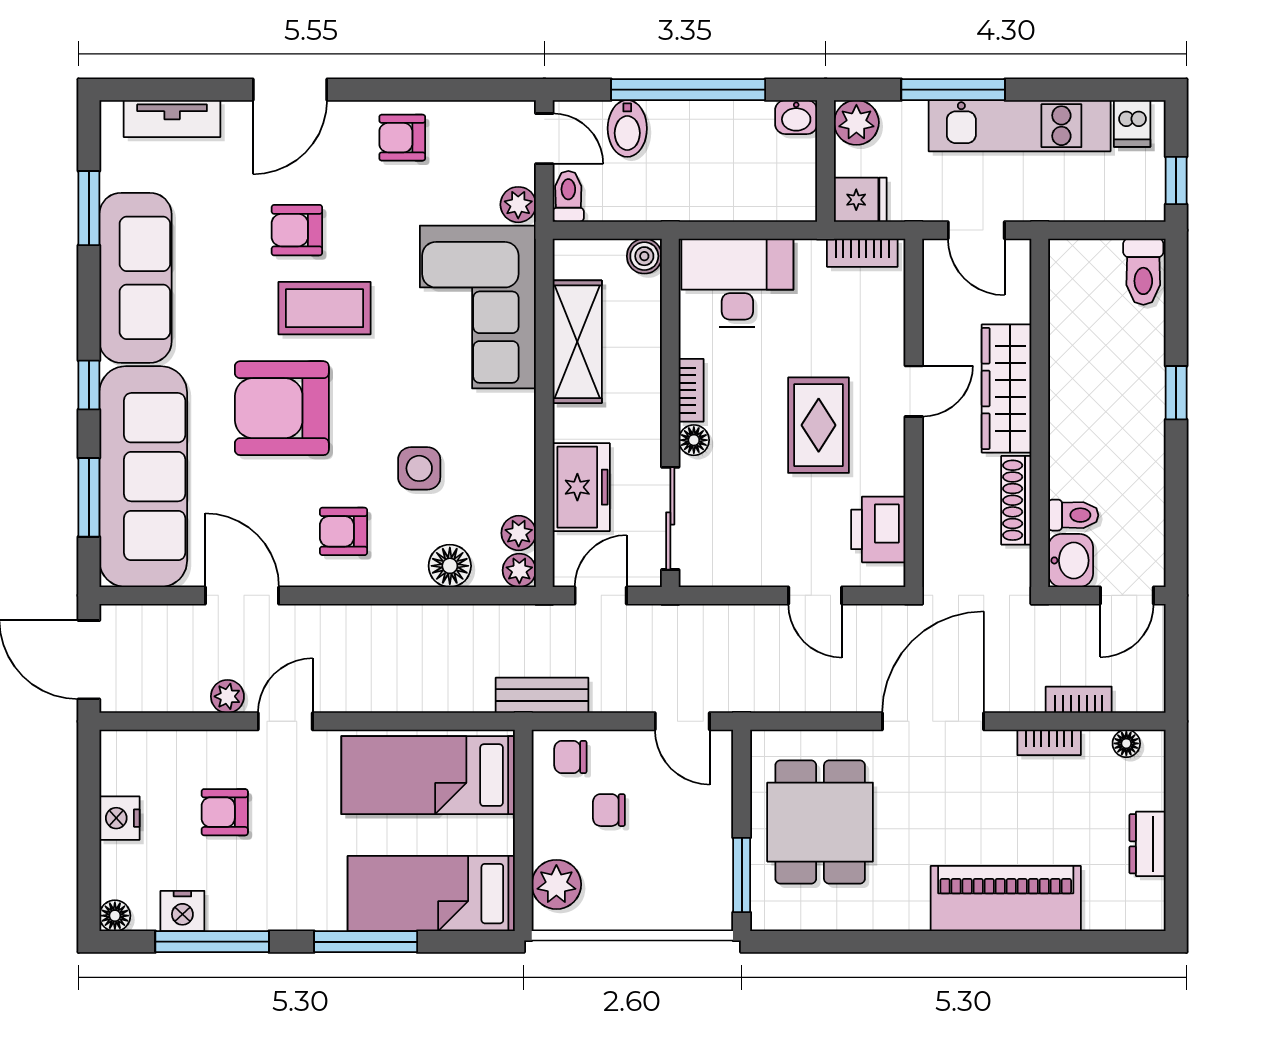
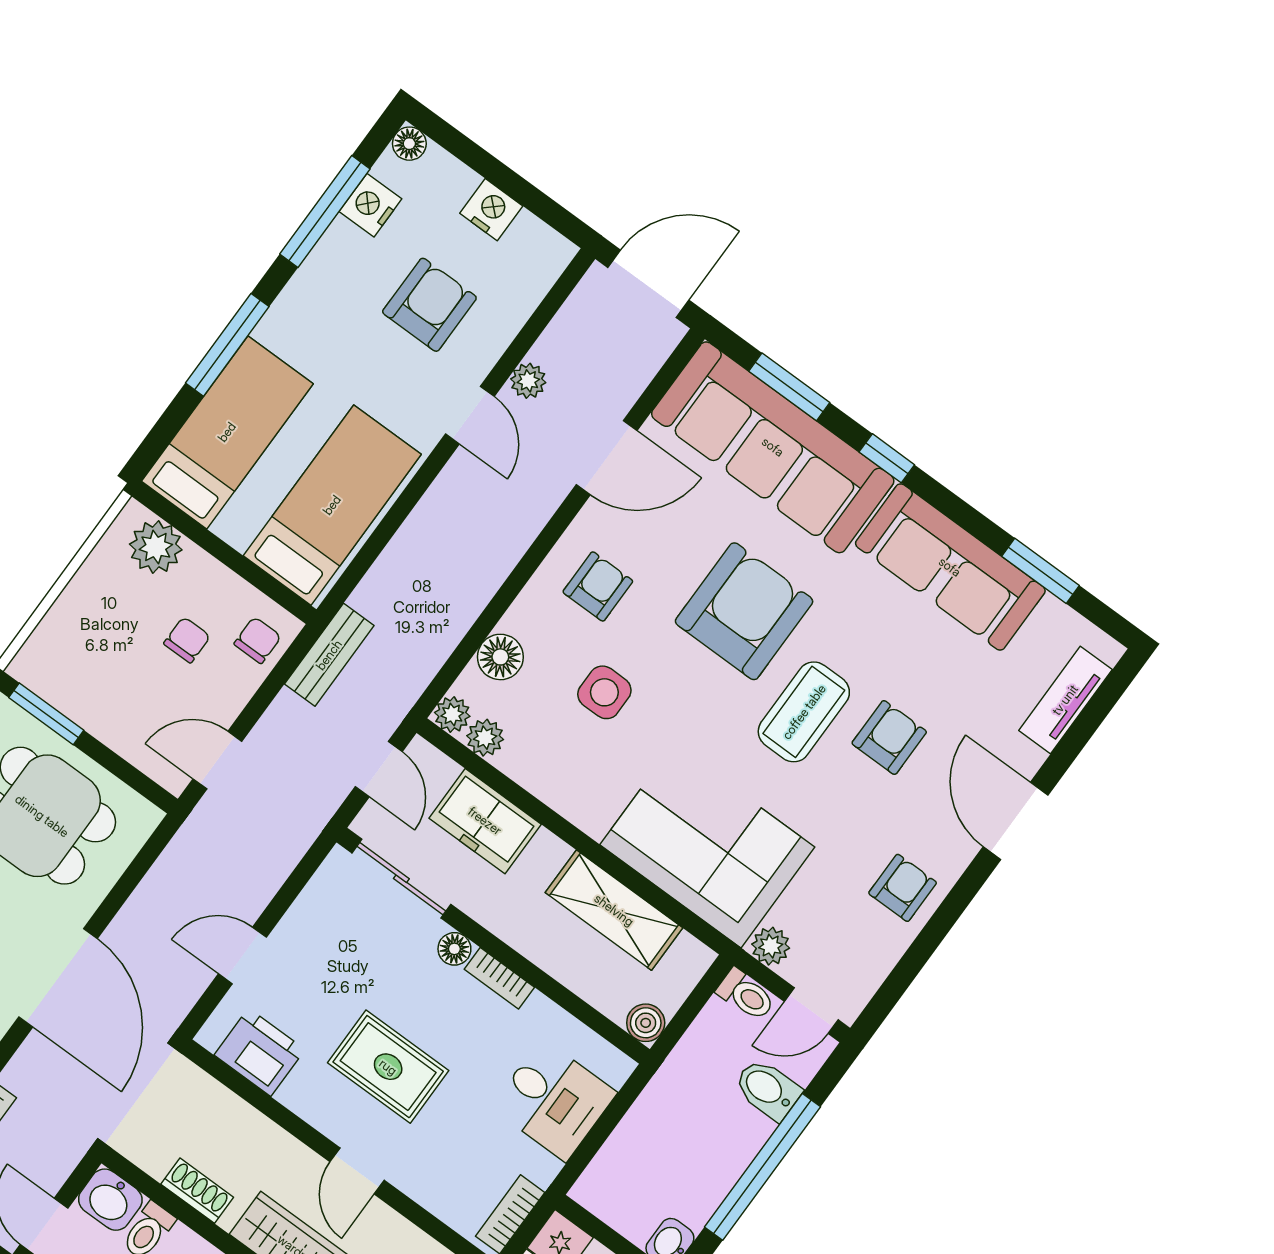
desk: (737, 283) -> (554, 1100), width x0.73
shoe rack: (1016, 500) -> (197, 1191), width x0.70
armchair: (225, 812) -> (429, 305), width x1.38, depth x1.38

